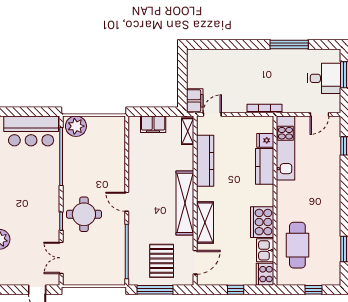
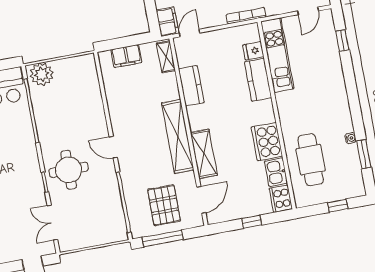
kitchen counter: (205, 161) -> (191, 86), width x0.67
water cooler: (336, 233) -> (351, 138), added

